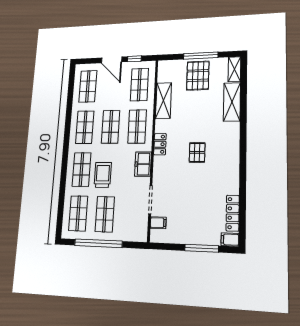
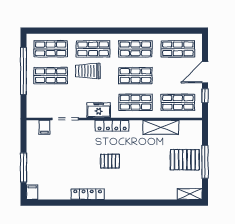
shelving: (232, 102) -> (158, 192), removed
locker: (160, 144) -> (112, 126), width x1.53
trolley: (103, 175) -> (88, 71), turned 180
locker: (233, 213) -> (88, 194), moved

